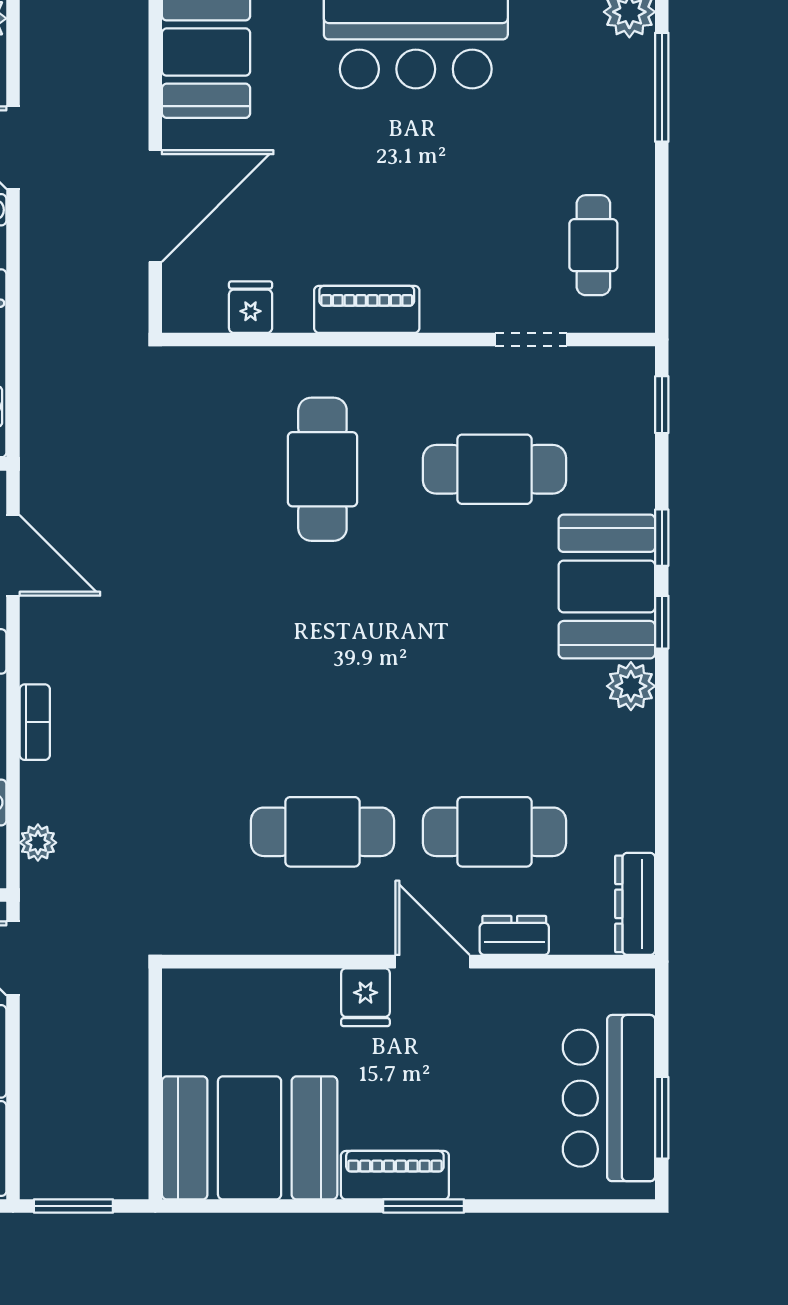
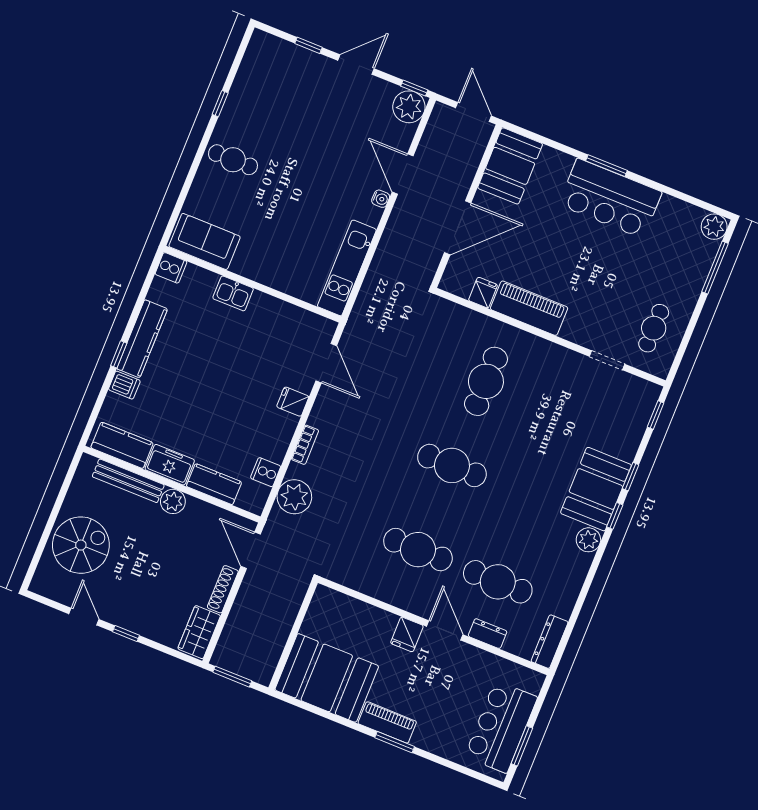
piano: (367, 309) -> (529, 308), width x1.37, depth x1.33
cafe table: (494, 469) -> (452, 465), moved
plant: (38, 843) -> (294, 497), width x1.88, depth x1.88

